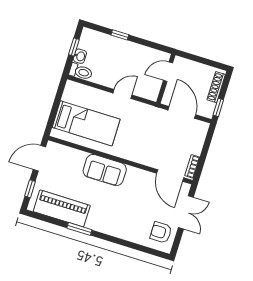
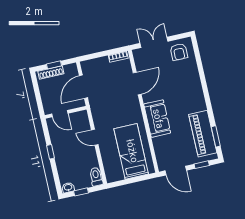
window: (120, 35) -> (50, 152), moved
washbasin: (80, 56) -> (68, 188), moved
window: (218, 107) -> (54, 65), moved
door: (170, 176) -> (137, 83), moved
window: (79, 229) -> (216, 136), moved

